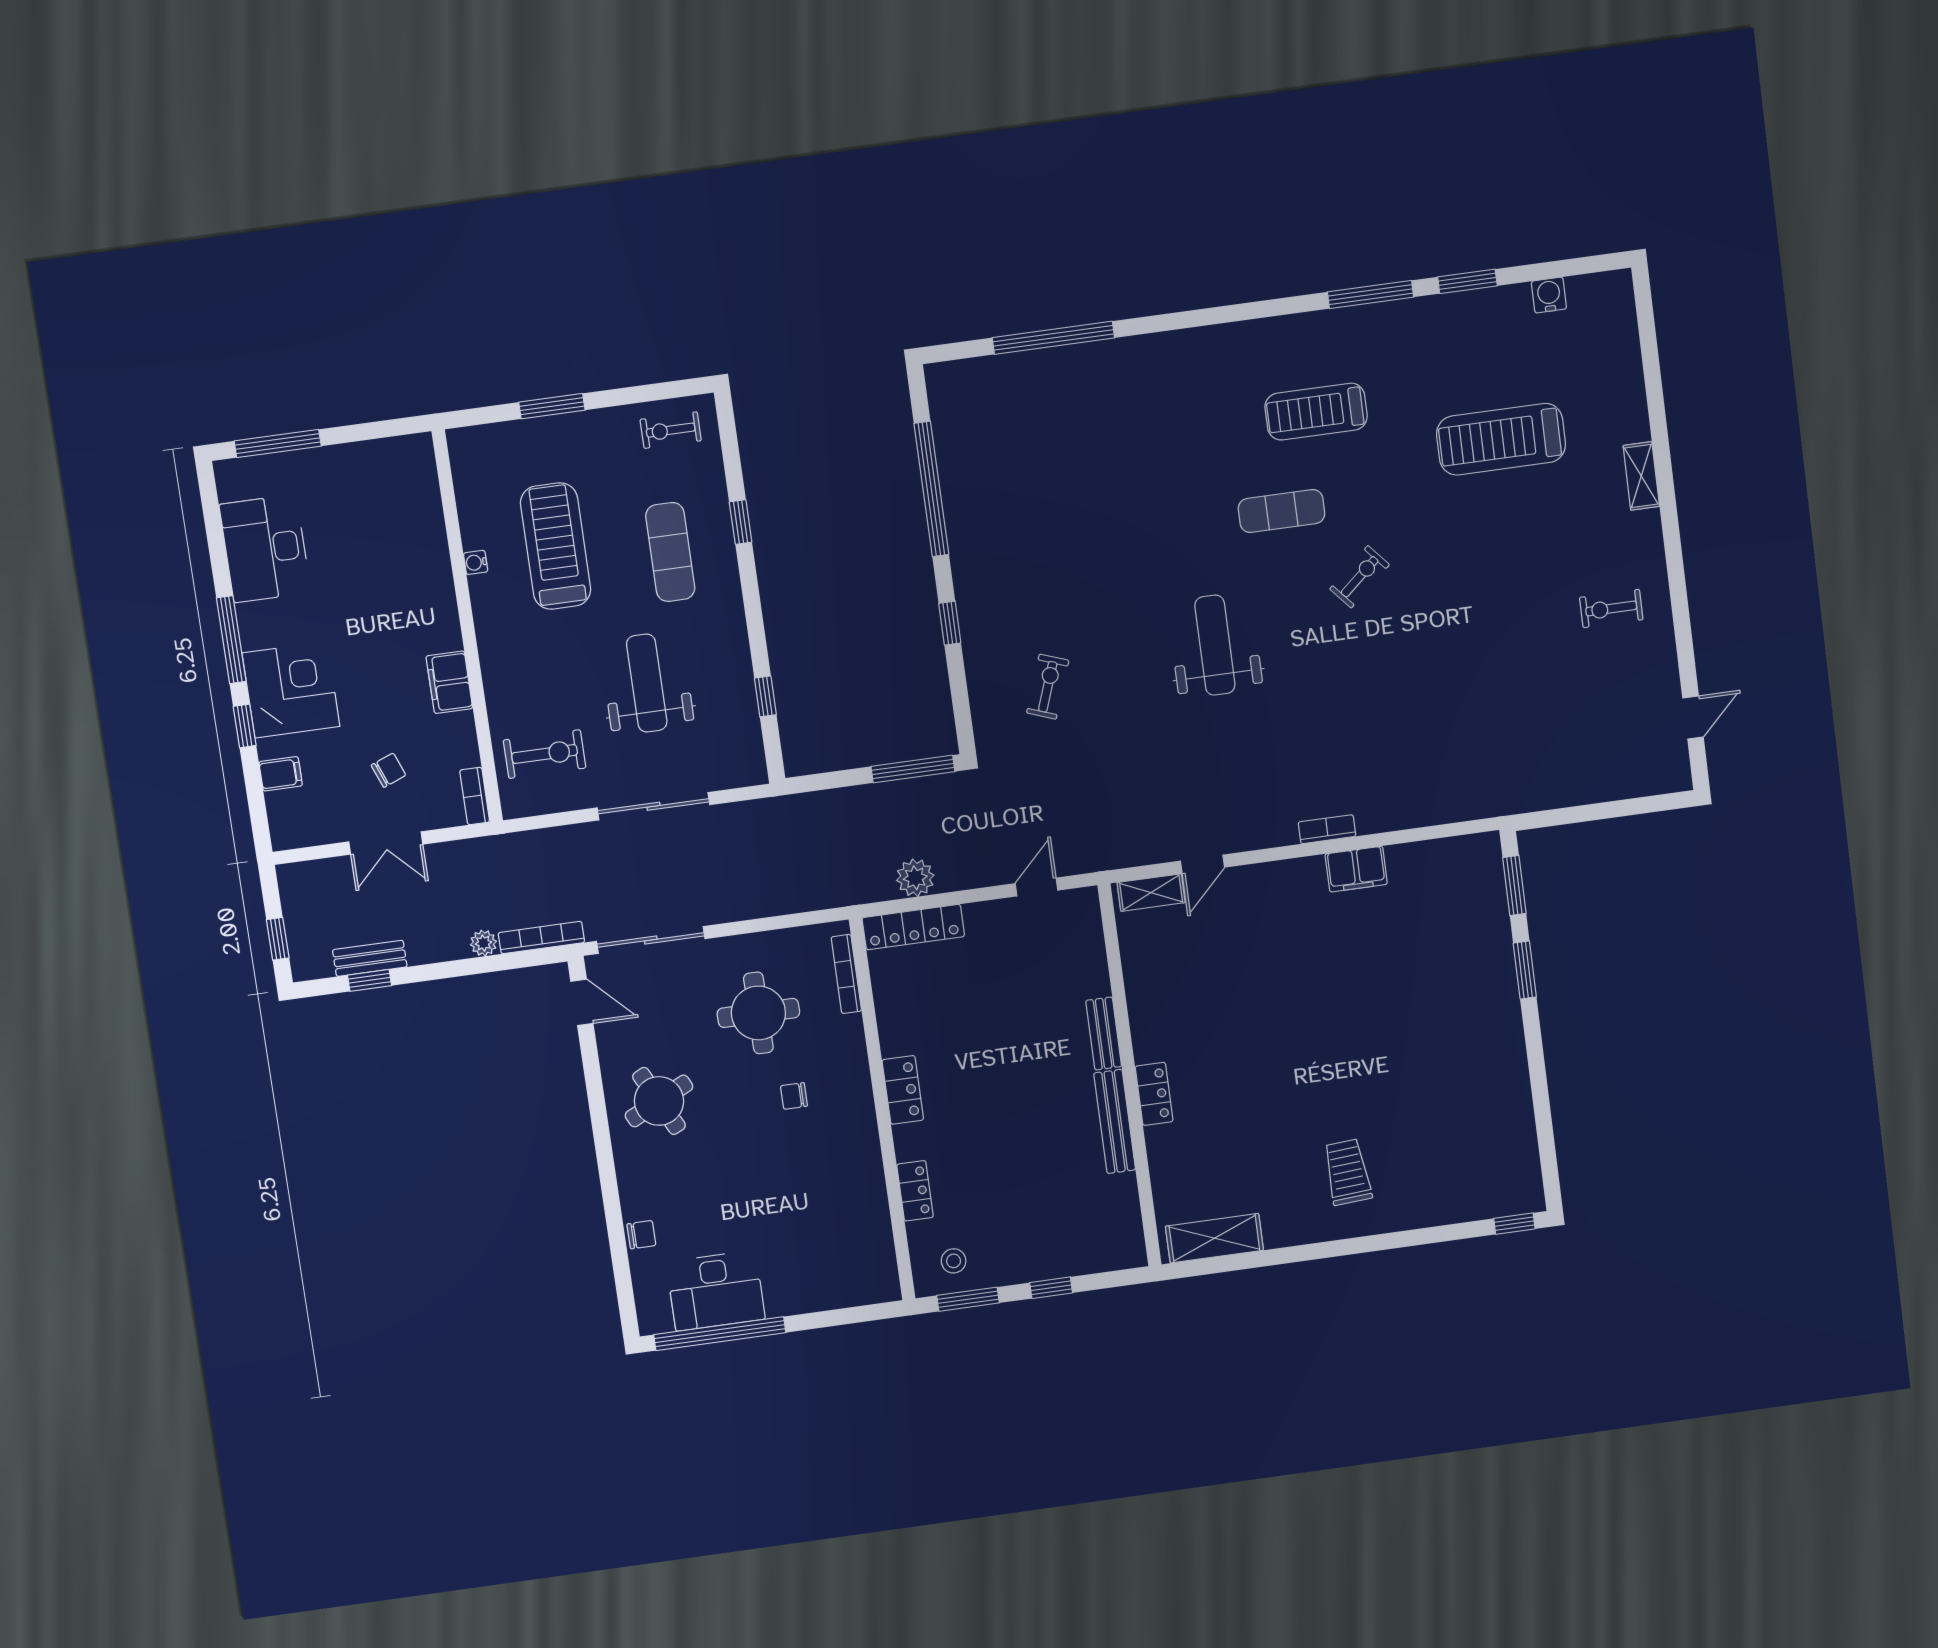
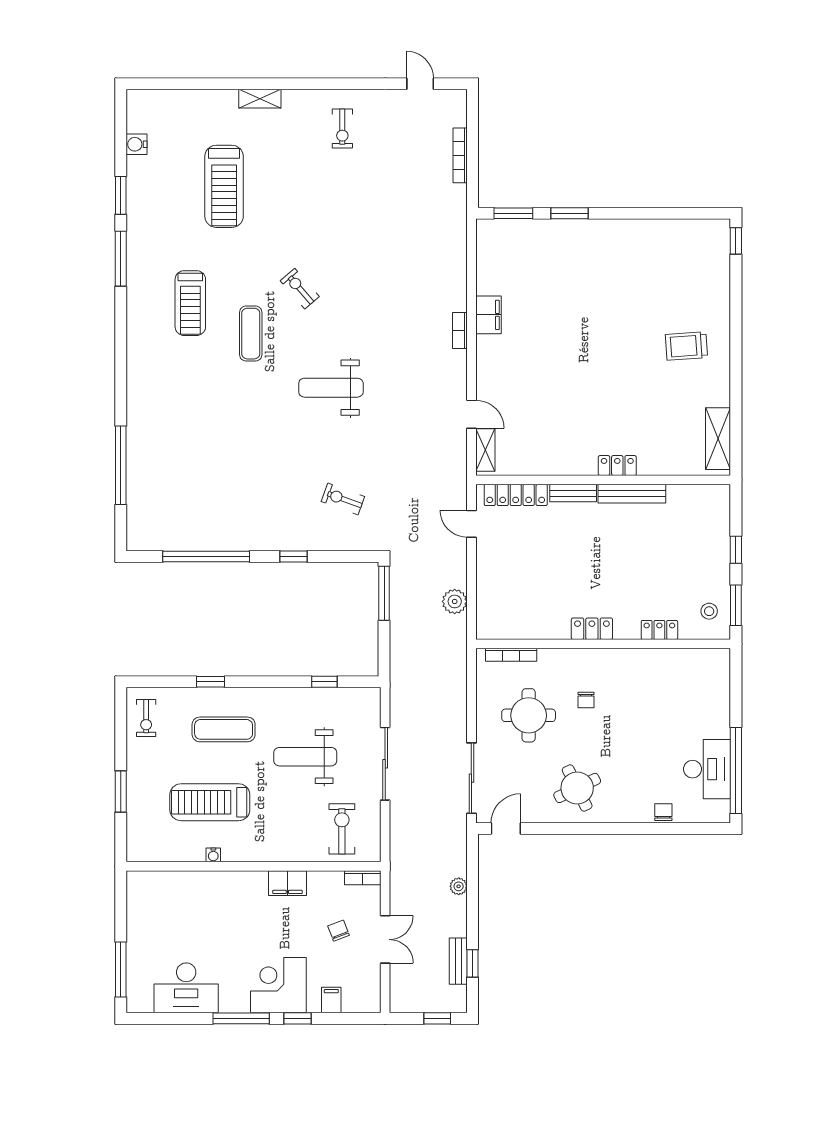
locker: (913, 927) -> (516, 495), moved, turned 90
bookcase: (541, 938) -> (460, 155), moved

